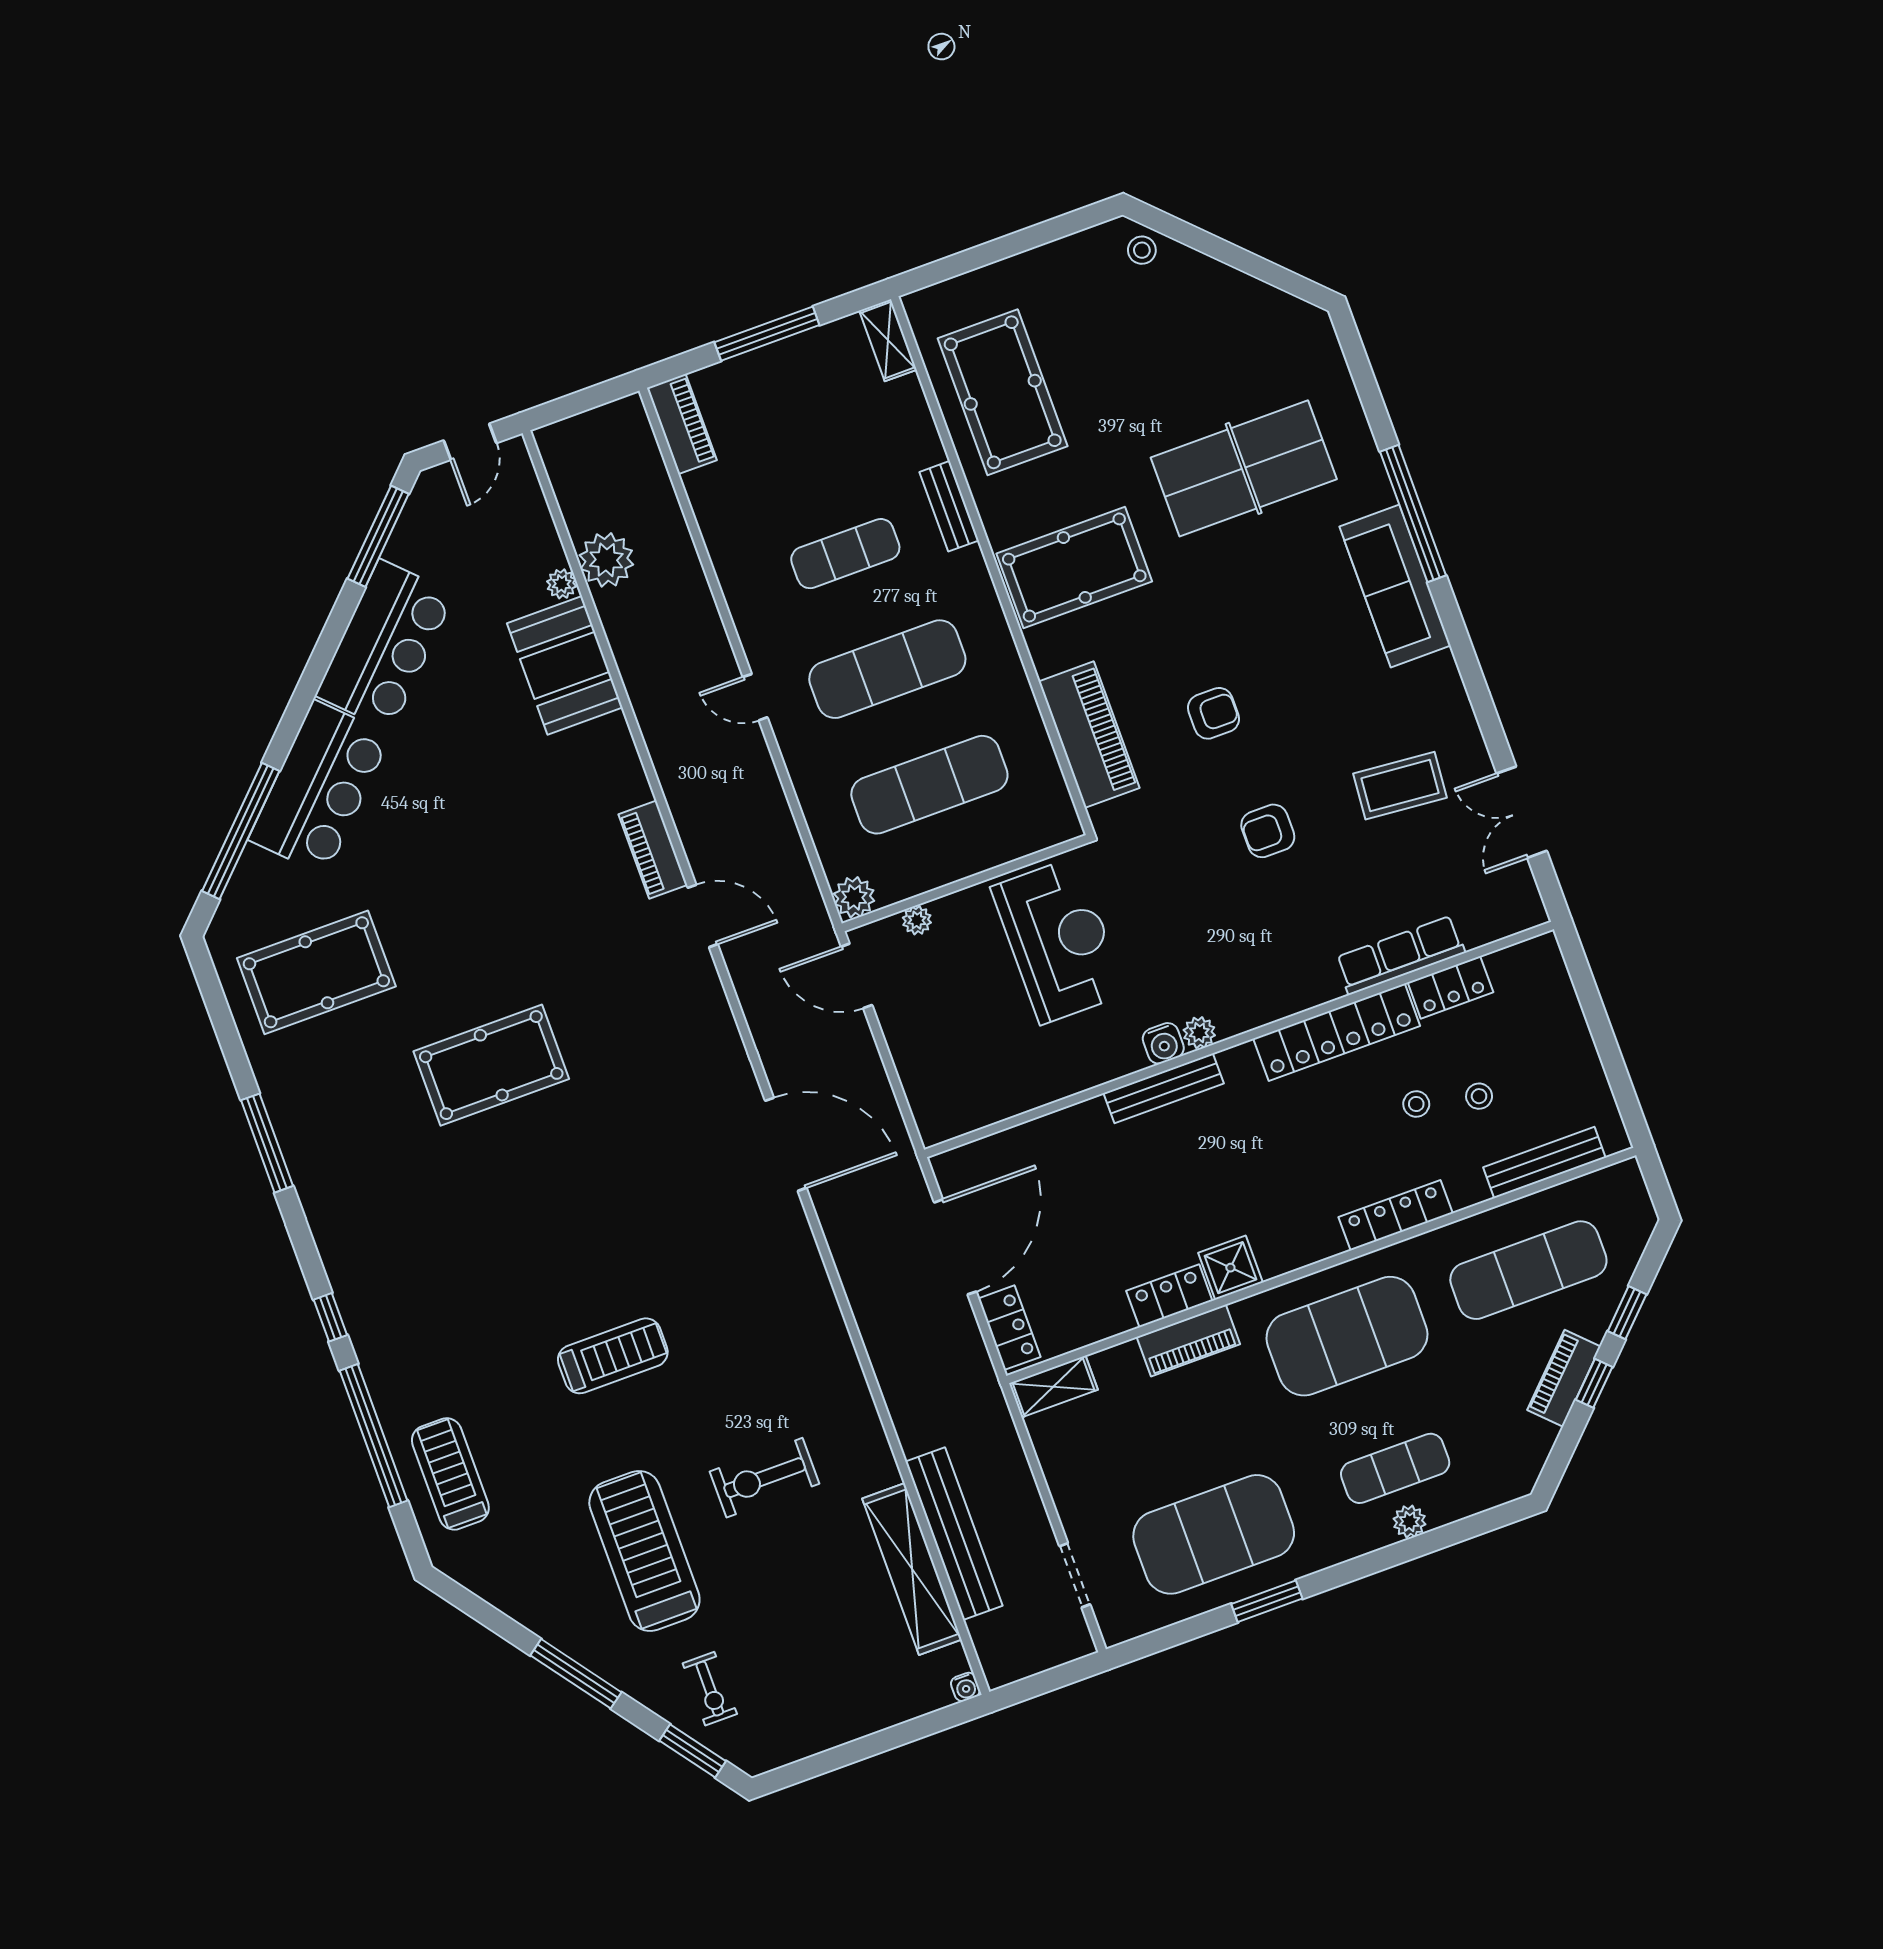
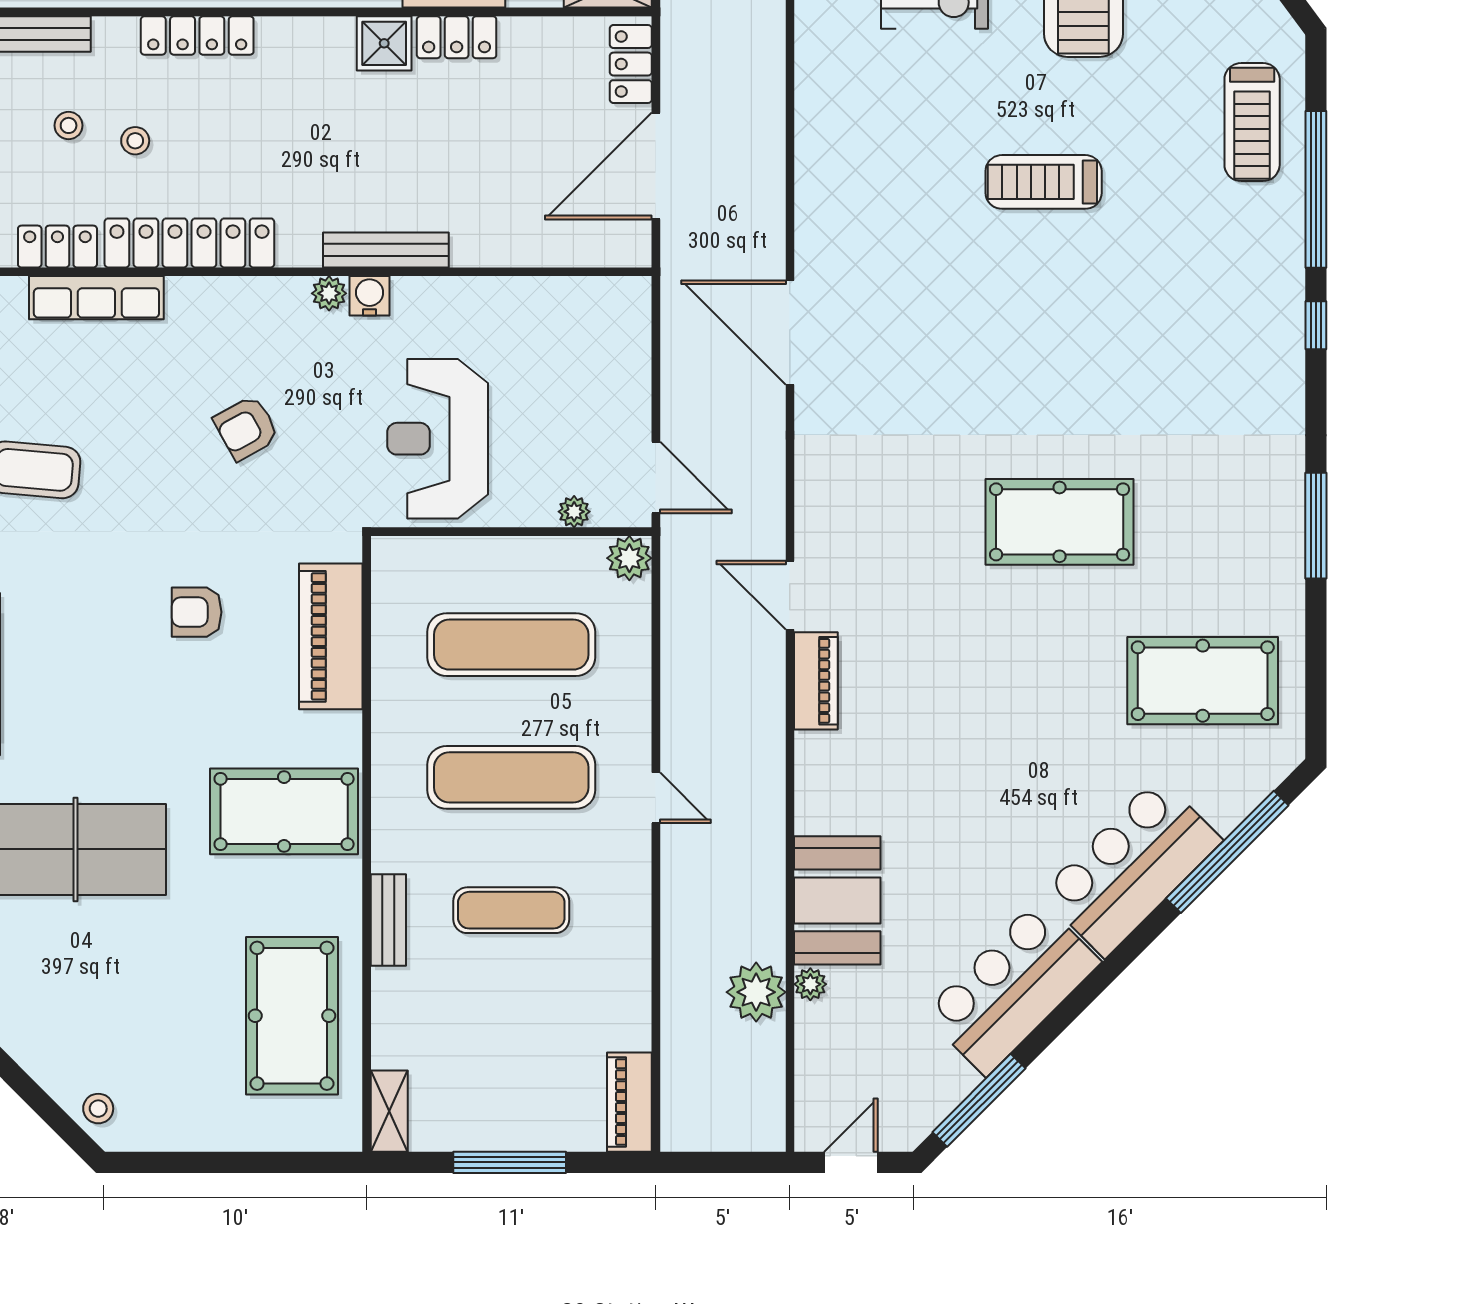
armchair: (1268, 831) -> (246, 428), moved, turned 151

